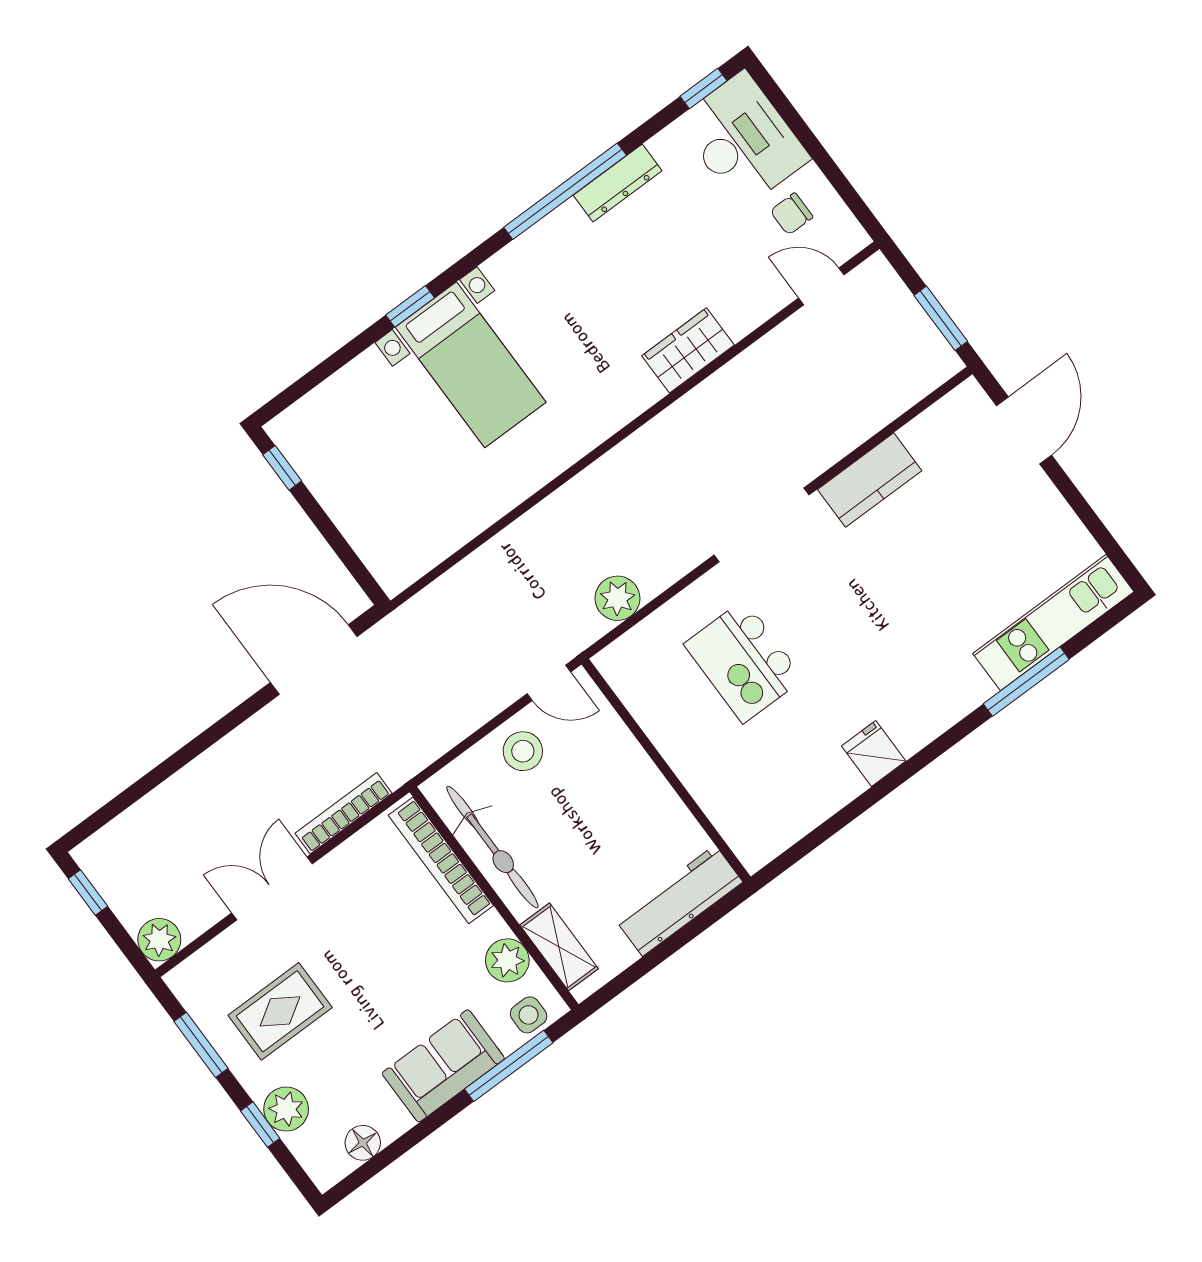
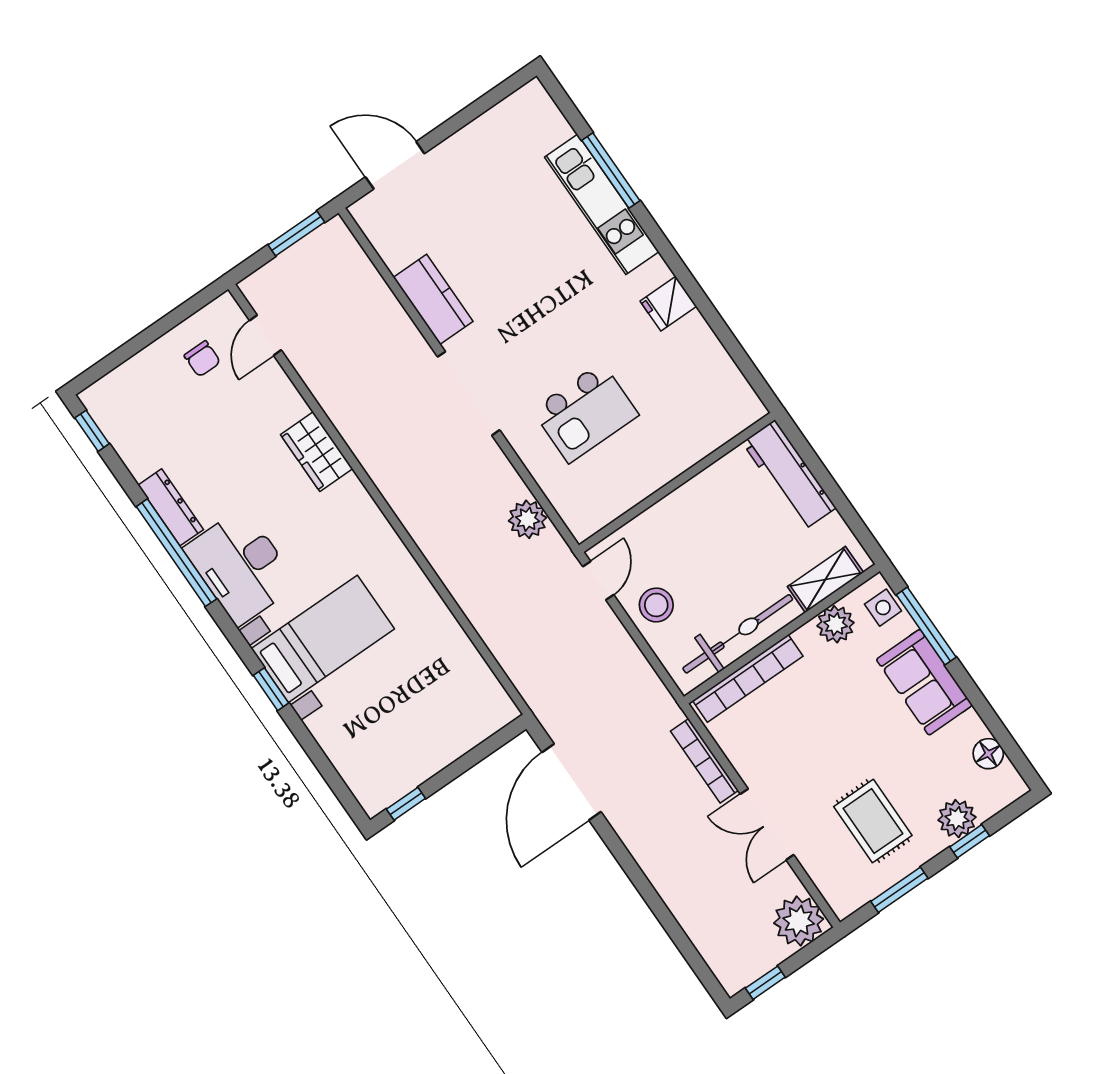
desk: (743, 140) -> (241, 566), moved, turned -90
kitchen unit: (1053, 623) -> (602, 204), moved
plant: (159, 940) -> (799, 921), width x1.36, depth x1.36

